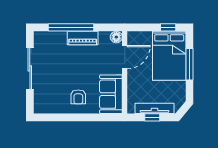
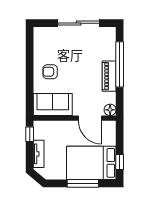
tv unit: (155, 108) -> (39, 154), width x0.71
window: (152, 117) -> (30, 134), moved

